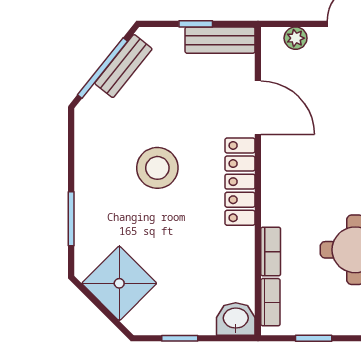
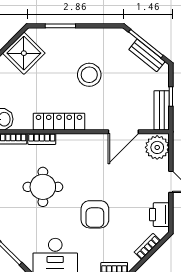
plant: (296, 38) -> (157, 147), width x1.88, depth x1.88
locker: (240, 182) -> (59, 122), moved

